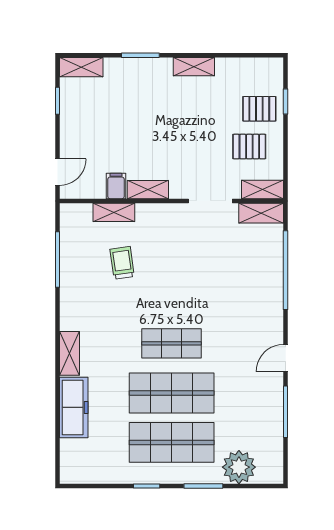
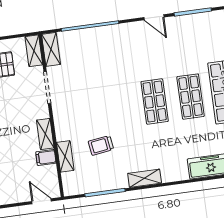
shelving: (70, 353) -> (145, 178), moved
shop shelf: (172, 393) -> (191, 97), width x0.70, depth x0.74

